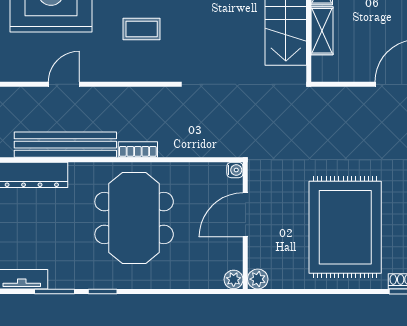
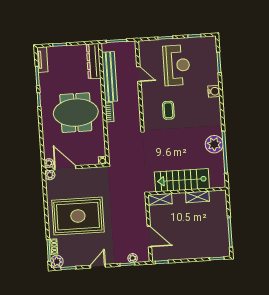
shelving: (322, 31) -> (160, 199), moved
door: (245, 215) -> (65, 168), moved

